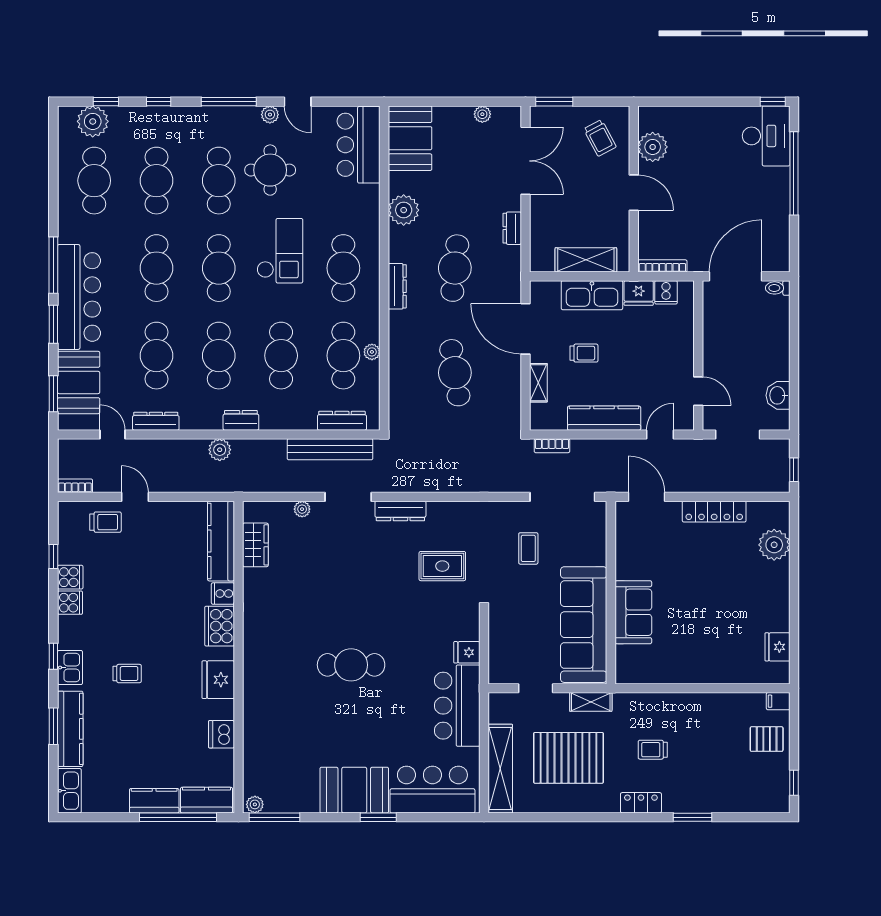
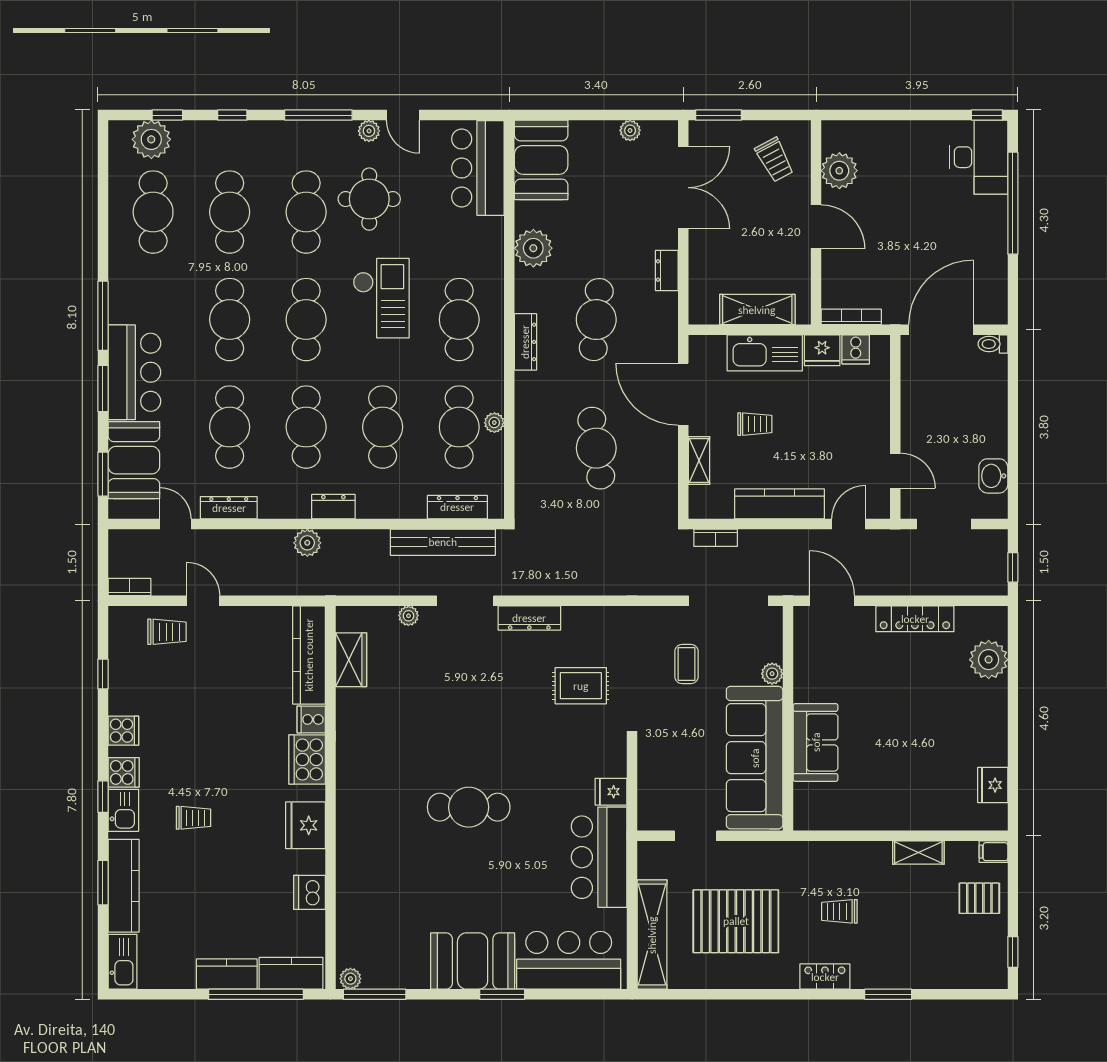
bar counter: (79, 297) -> (134, 372), width x0.73
plant: (598, 556) -> (772, 674), added
cooker: (70, 577) -> (124, 772), moved
shelving: (591, 702) -> (918, 853), moved

